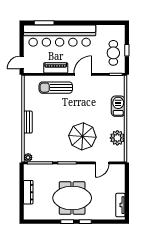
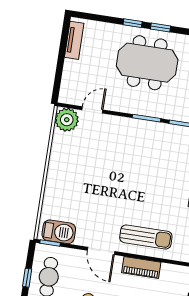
door: (83, 74) -> (101, 251), hinge flipped
barbecue: (118, 106) -> (59, 232), moved, turned -90
parasol: (82, 136) -> (116, 155), removed
plant: (117, 138) -> (67, 120), moved

